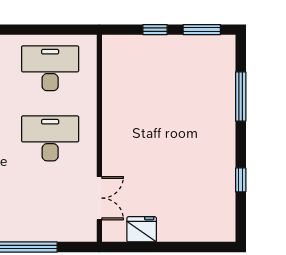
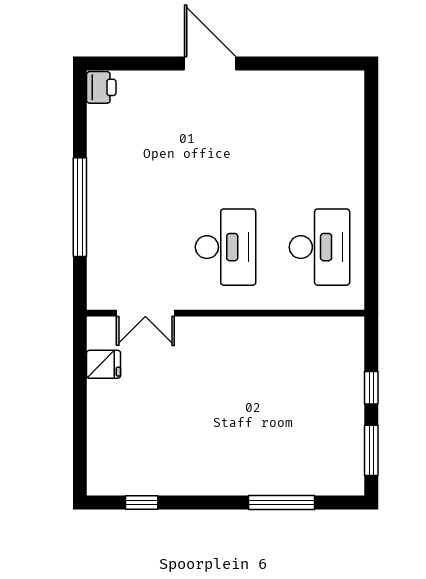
window: (241, 180) -> (142, 503), moved
fridge: (142, 229) -> (104, 364), width x0.72

